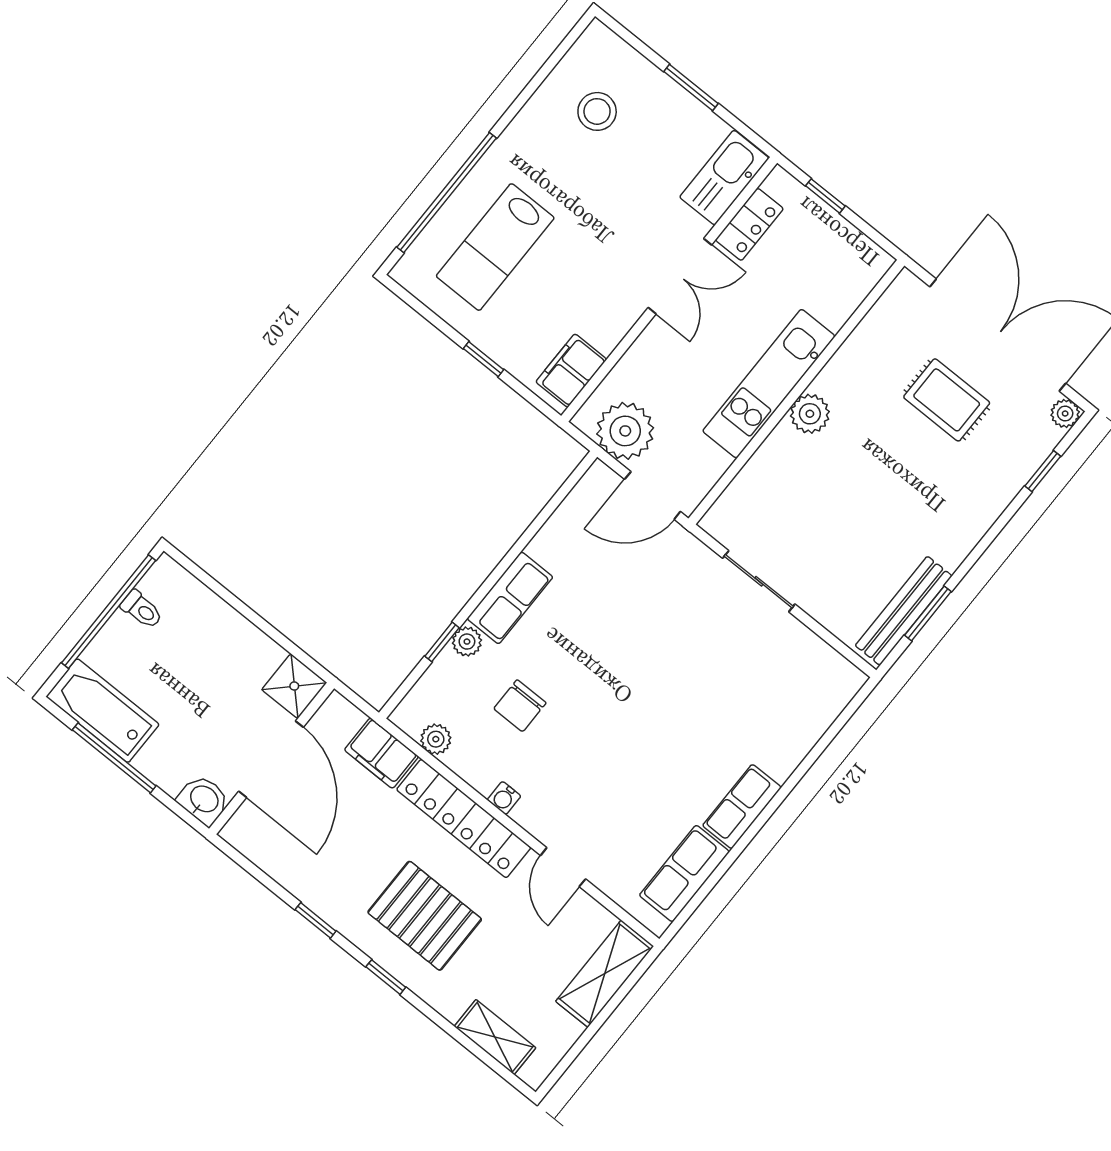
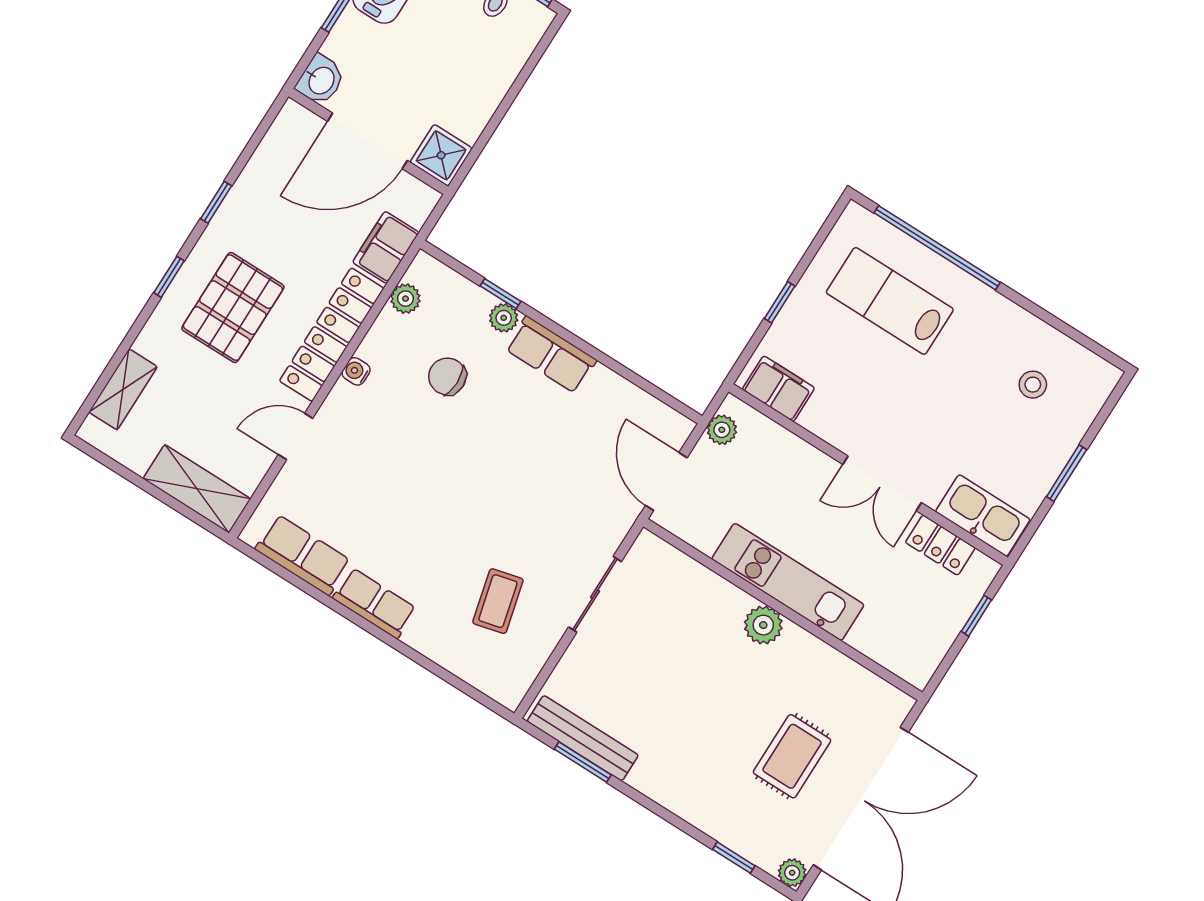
stool: (597, 111) -> (1033, 385), width x0.73, depth x0.73
plant: (625, 431) -> (722, 430), width x0.53, depth x0.53
coffee table: (754, 681) -> (498, 601), added

